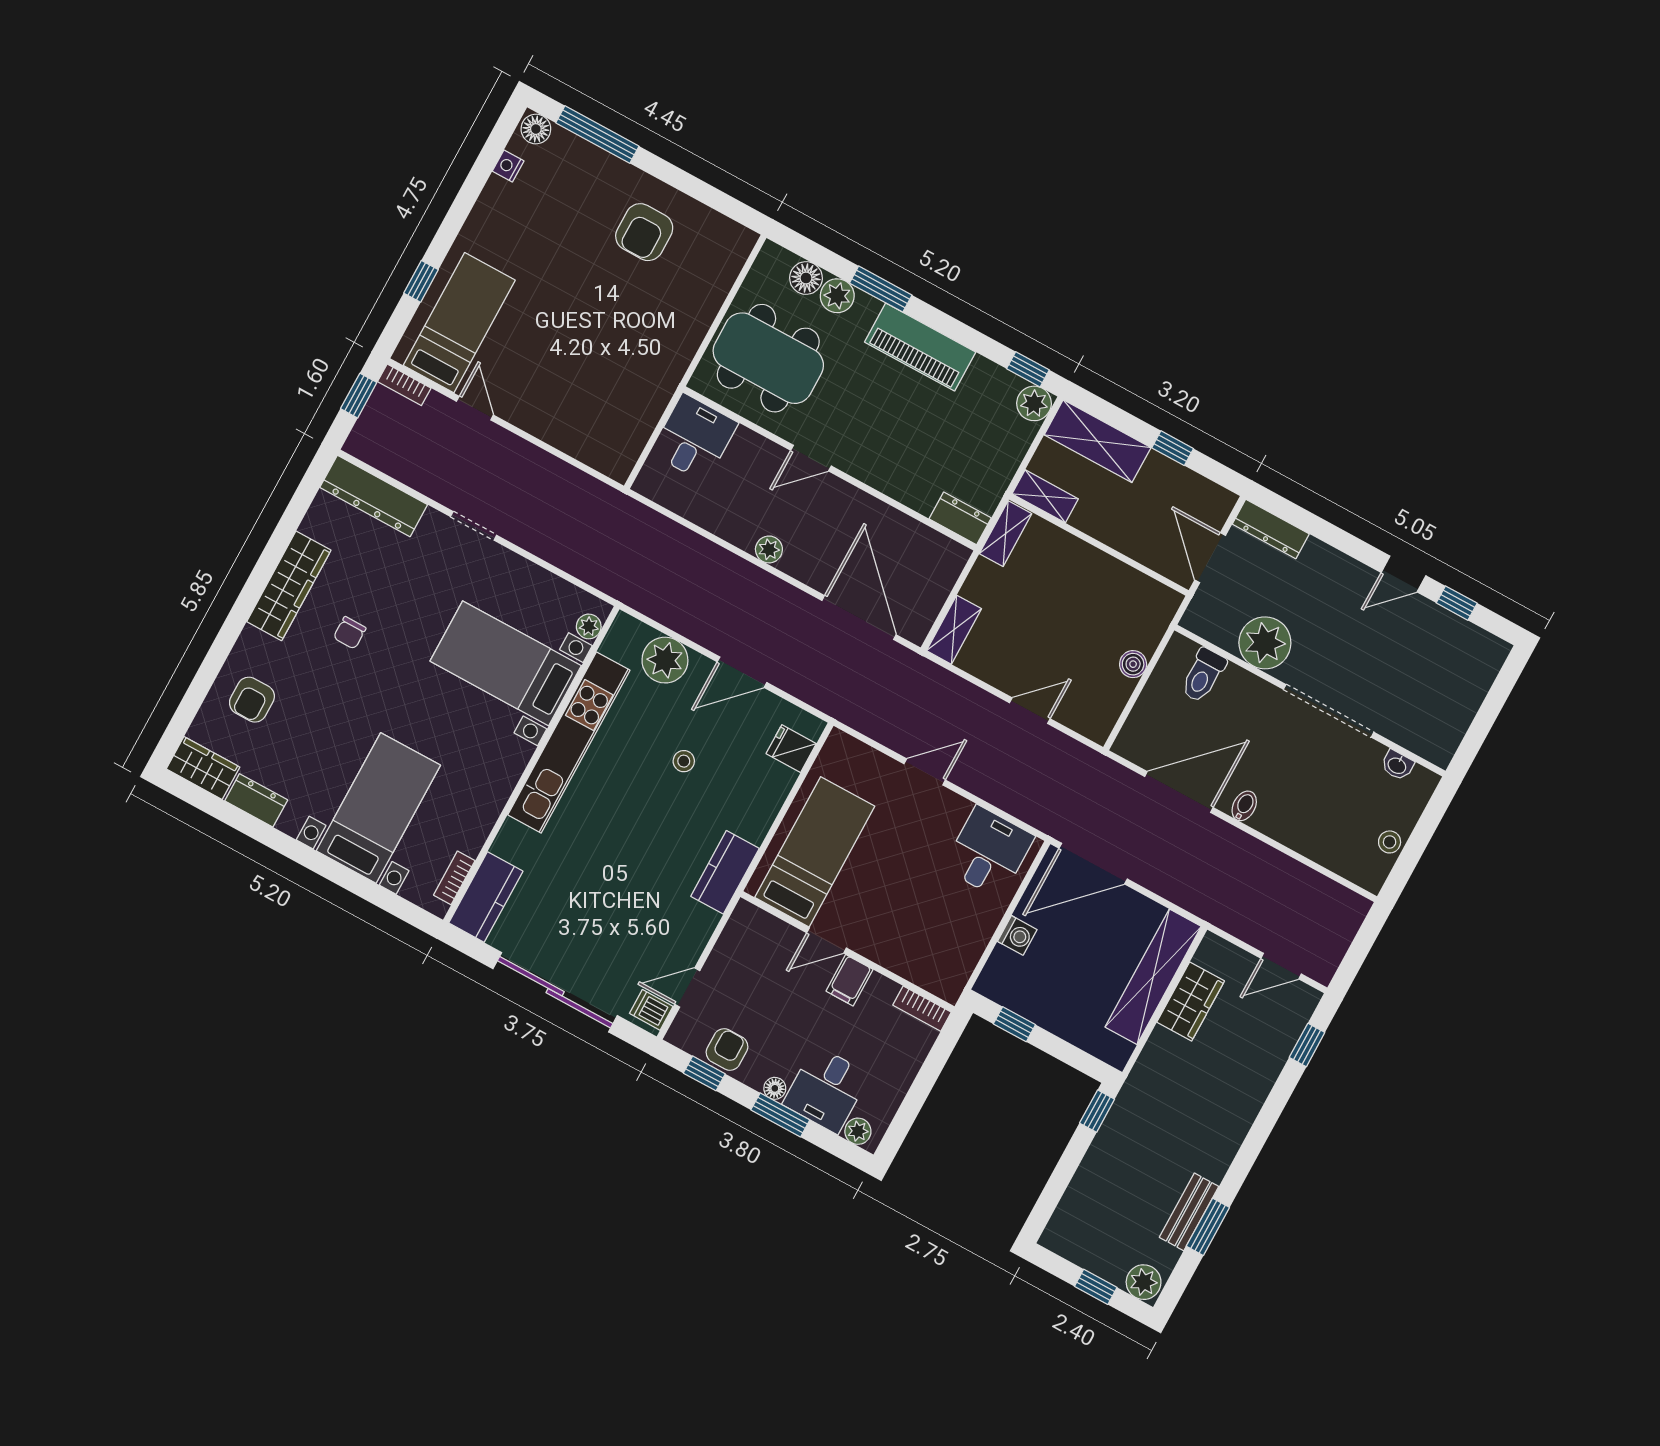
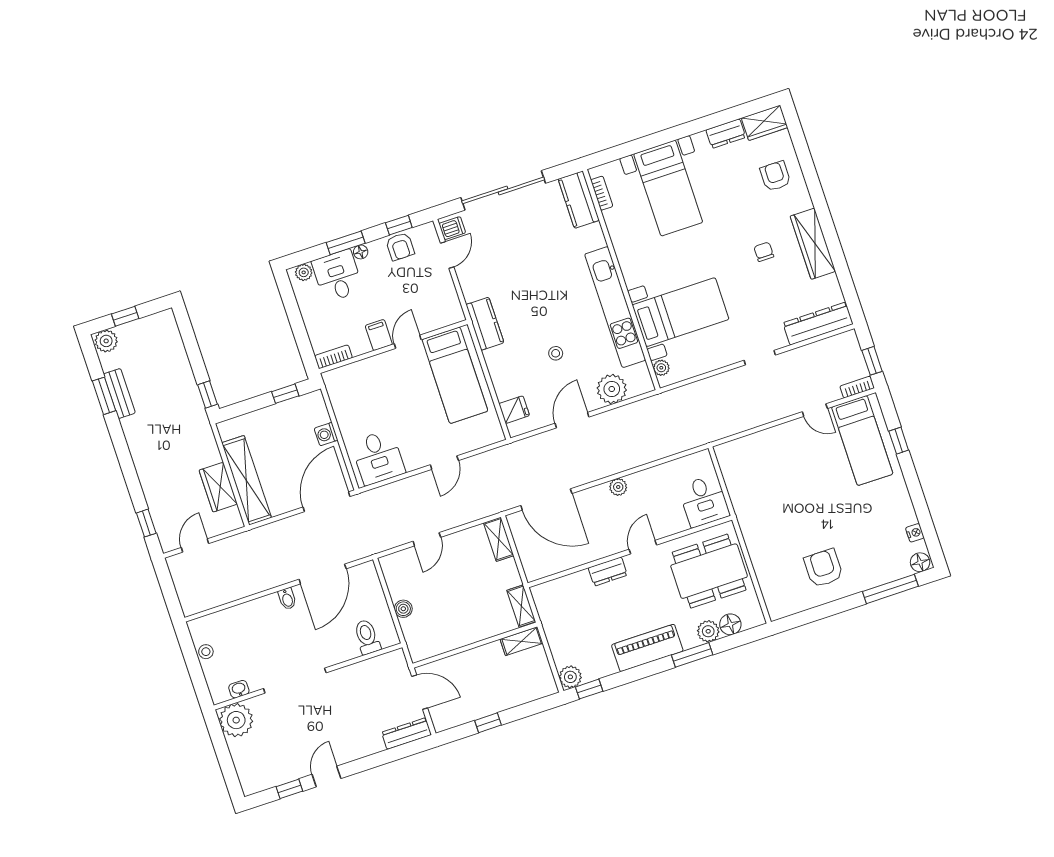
shelving: (1098, 441) -> (524, 690), removed
dresser: (960, 518) -> (608, 571), moved
plant: (1265, 643) -> (236, 720), moved

